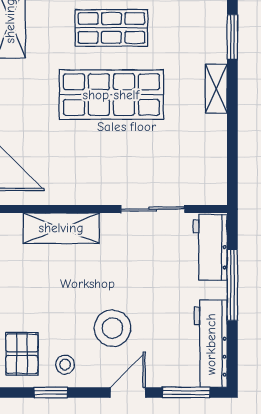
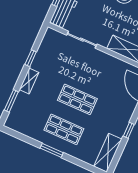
shop shelf: (111, 95) -> (77, 99), width x0.70, depth x0.74
window: (232, 132) -> (31, 58), added

